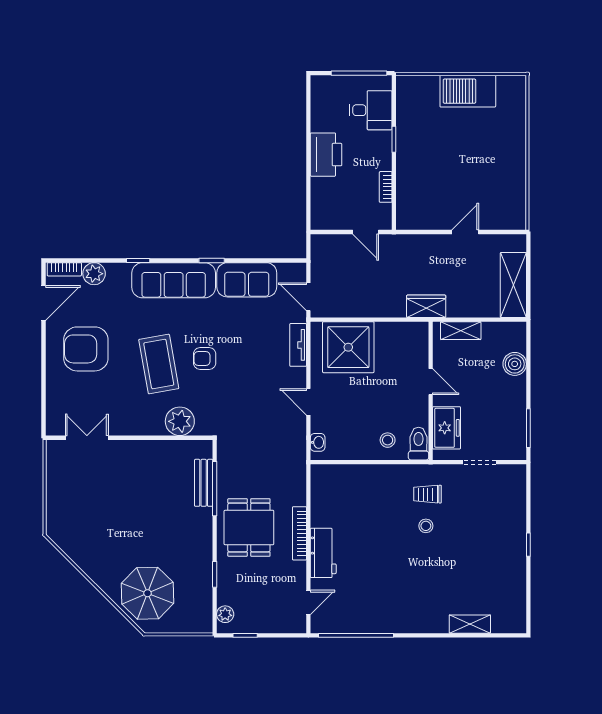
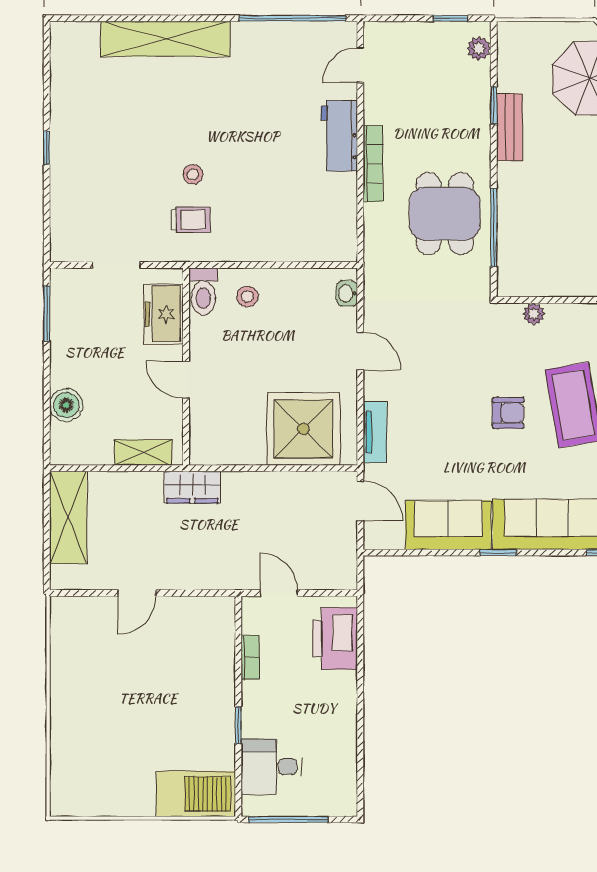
barbecue: (468, 91) -> (196, 794), moved
printer: (326, 155) -> (335, 638), moved
plant: (180, 421) -> (534, 314), width x0.53, depth x0.53
bench: (204, 483) -> (510, 127), moved
dining table: (249, 527) -> (445, 214), moved
shelving: (470, 624) -> (165, 39), width x2.20, depth x1.33

